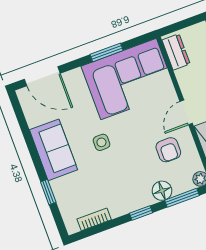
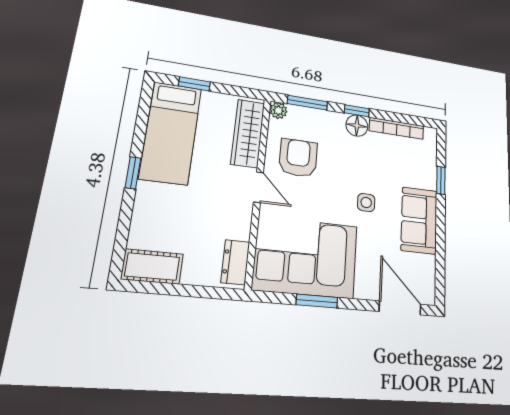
door: (186, 112) -> (258, 187), hinge flipped
armchair: (168, 150) -> (298, 158), width x1.38, depth x1.38
floor lamp: (162, 191) -> (357, 126), moved
bookcase: (94, 219) -> (397, 128), width x1.56

